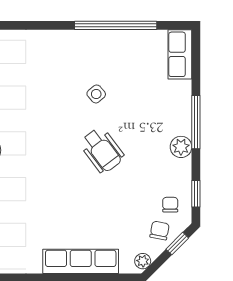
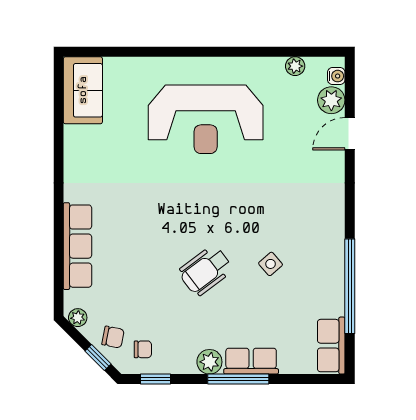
row of seats: (180, 54) -> (331, 346), moved, turned -90
row of seats: (180, 111) -> (251, 361), added

